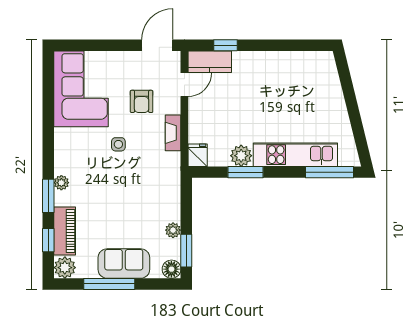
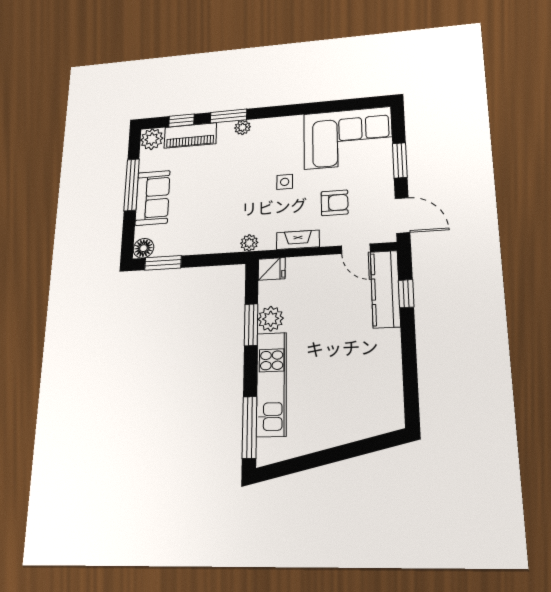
window: (107, 45) -> (400, 160), added
kitchen counter: (210, 62) -> (385, 289), width x1.50
armchair: (142, 101) -> (335, 203), turned 180
plant: (173, 230) -> (249, 243), moved

